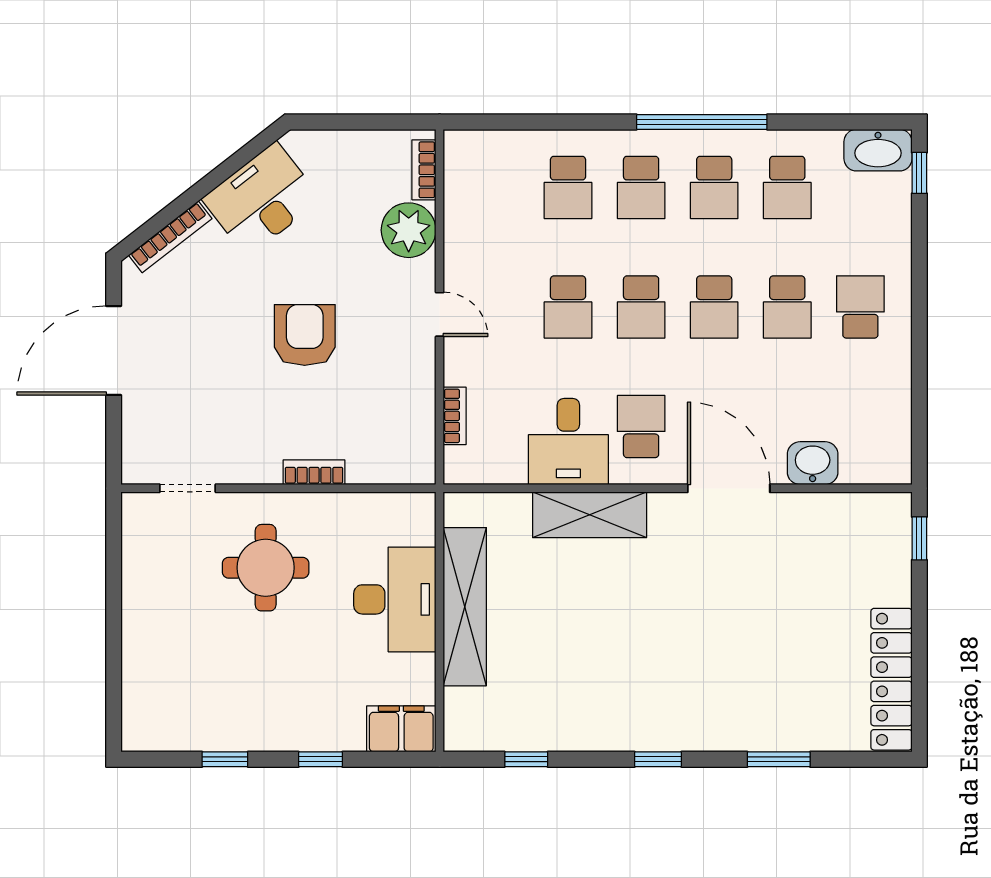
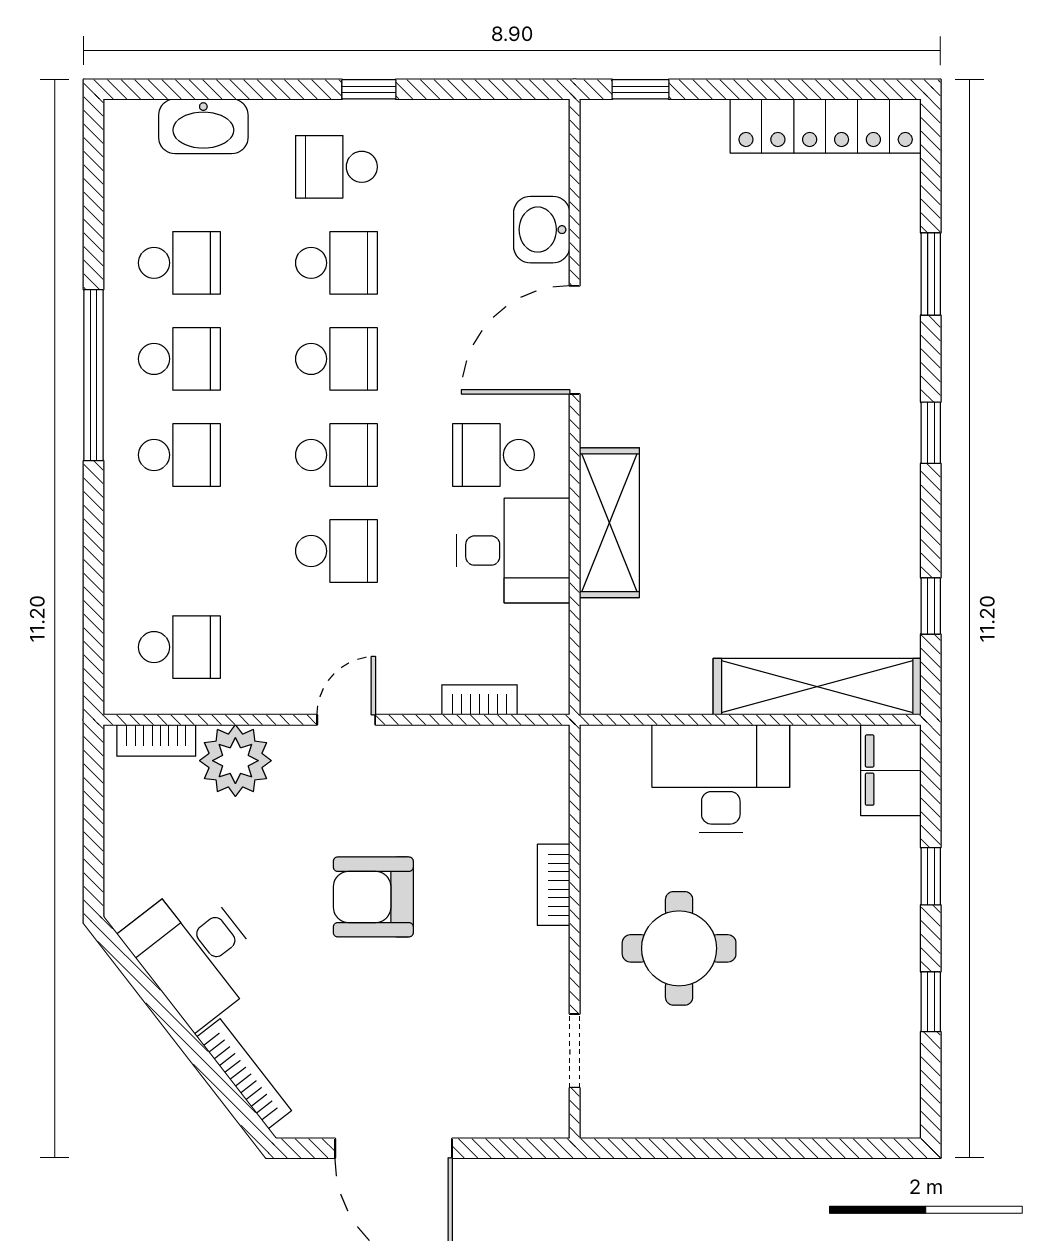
washbasin: (878, 150) -> (203, 126), moved, turned 90
window: (919, 173) -> (369, 89), moved
school desk: (568, 187) -> (179, 647), moved
shelving: (465, 607) -> (817, 687), moved

